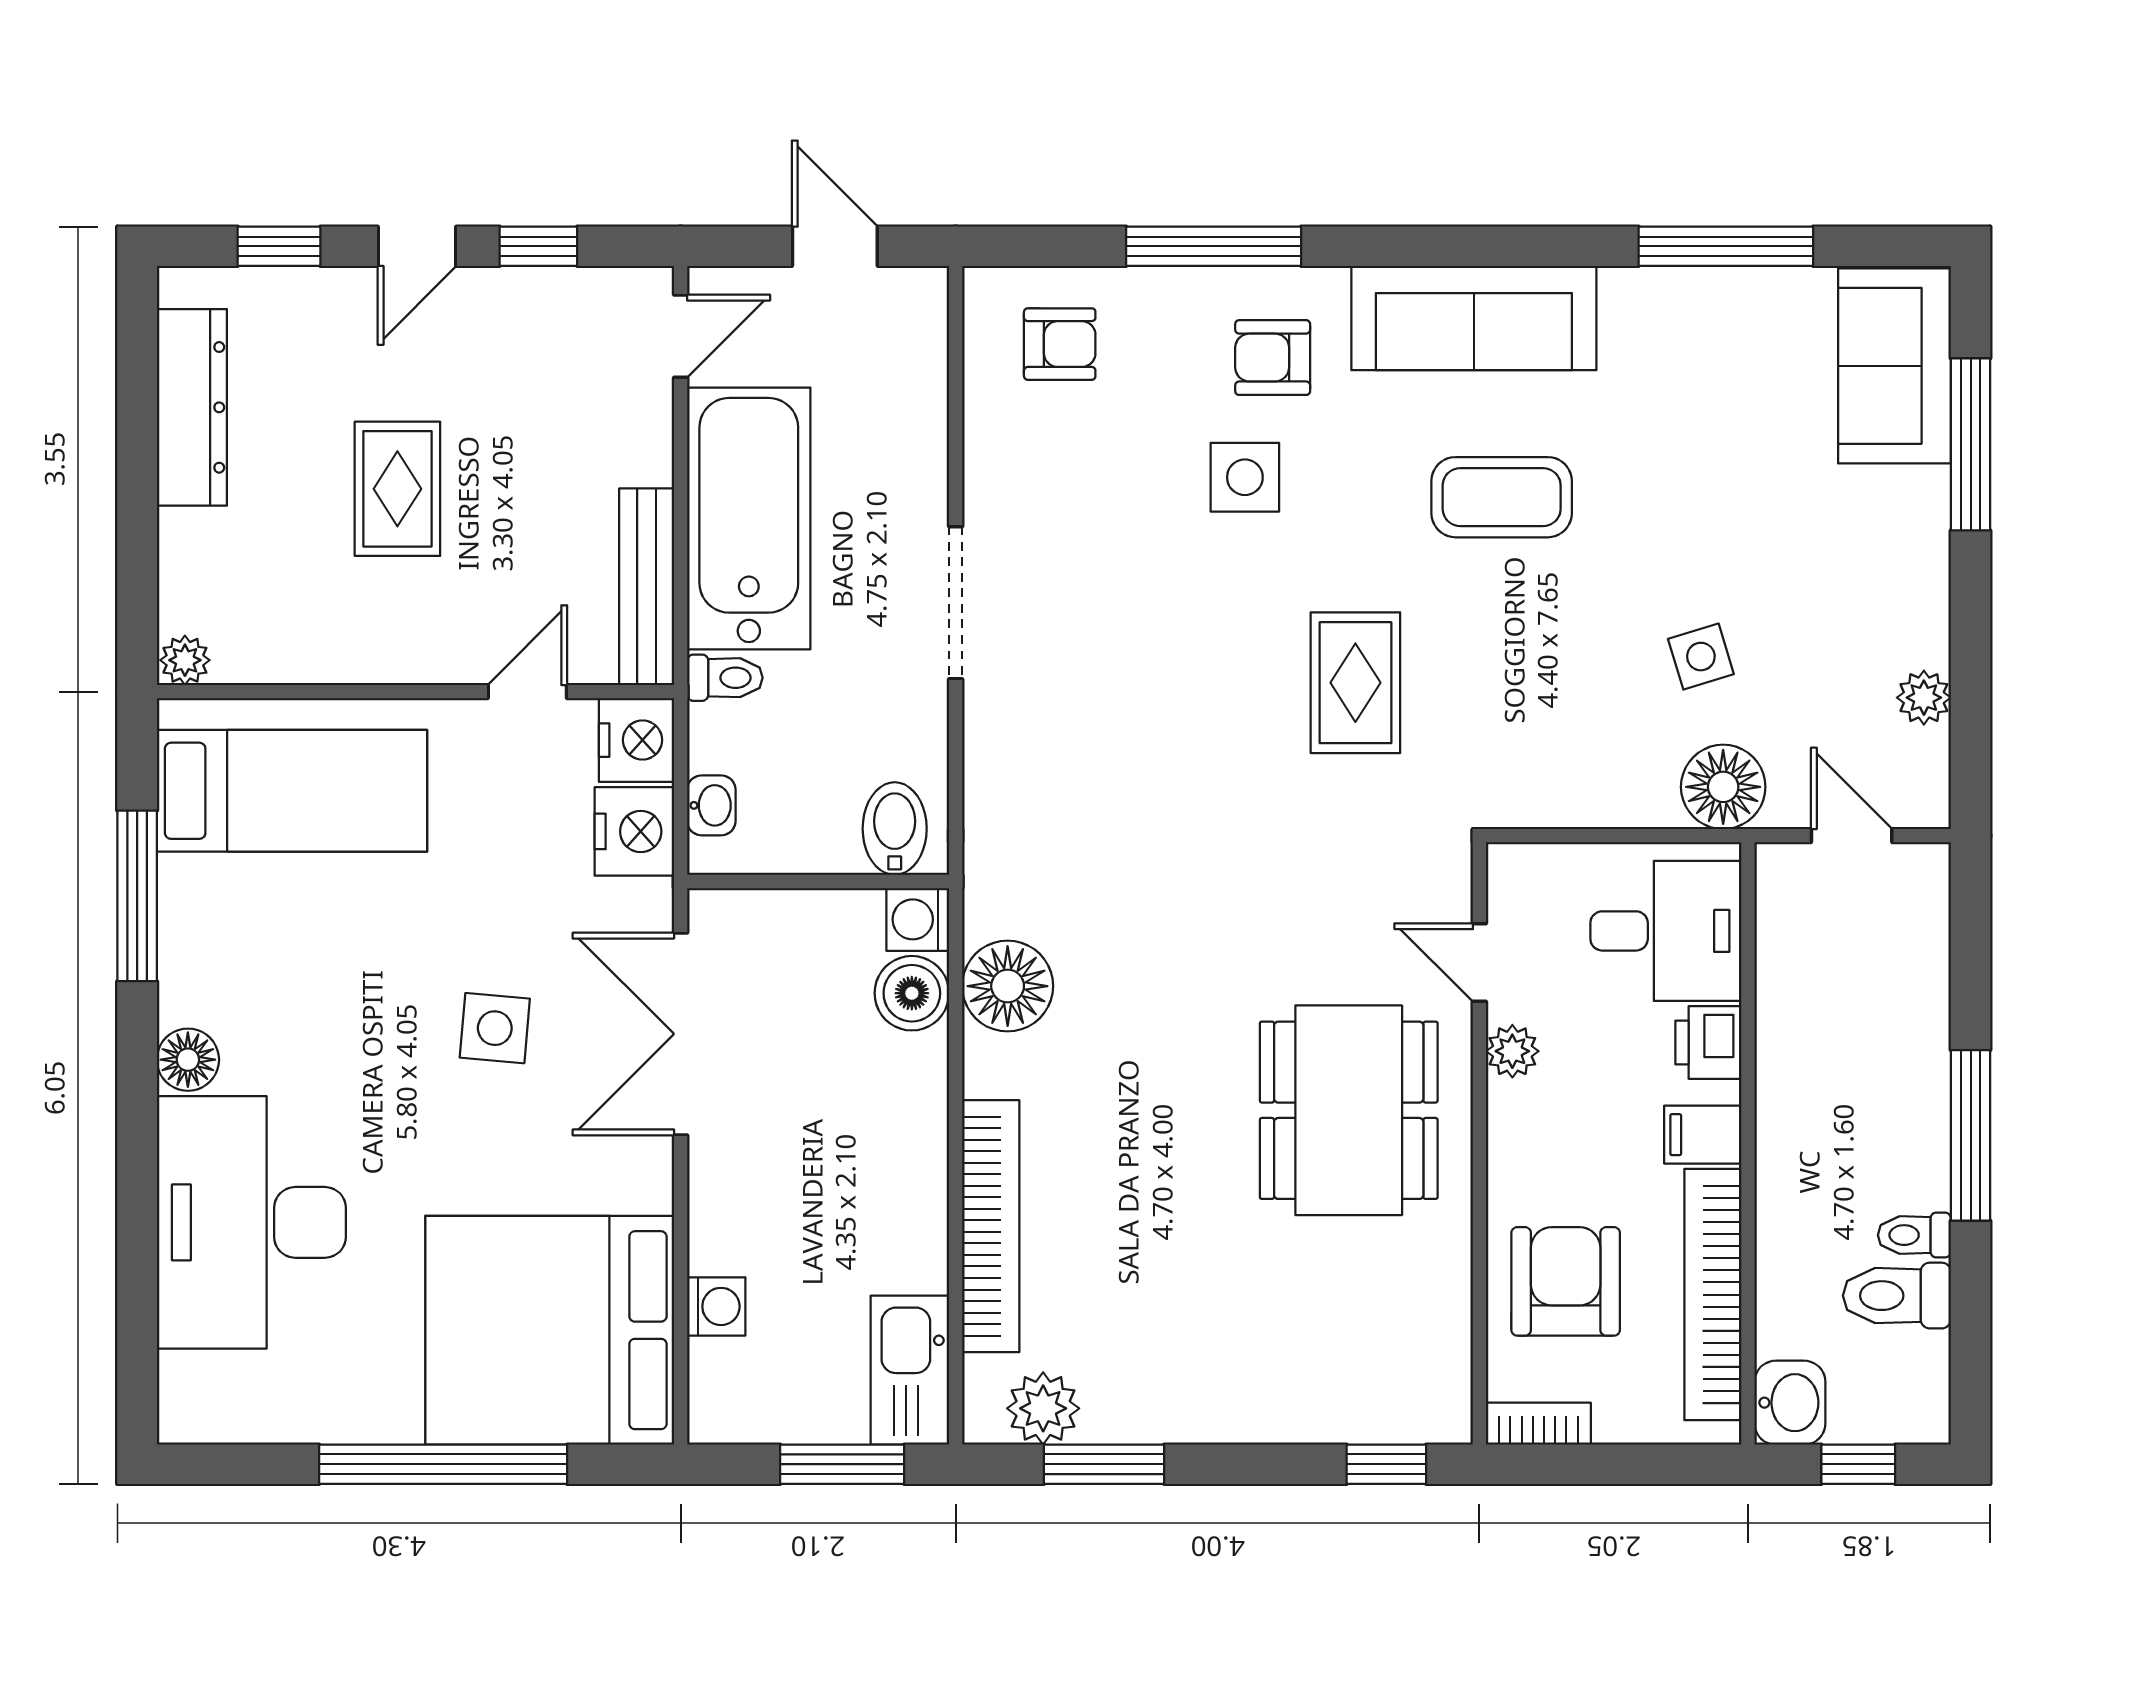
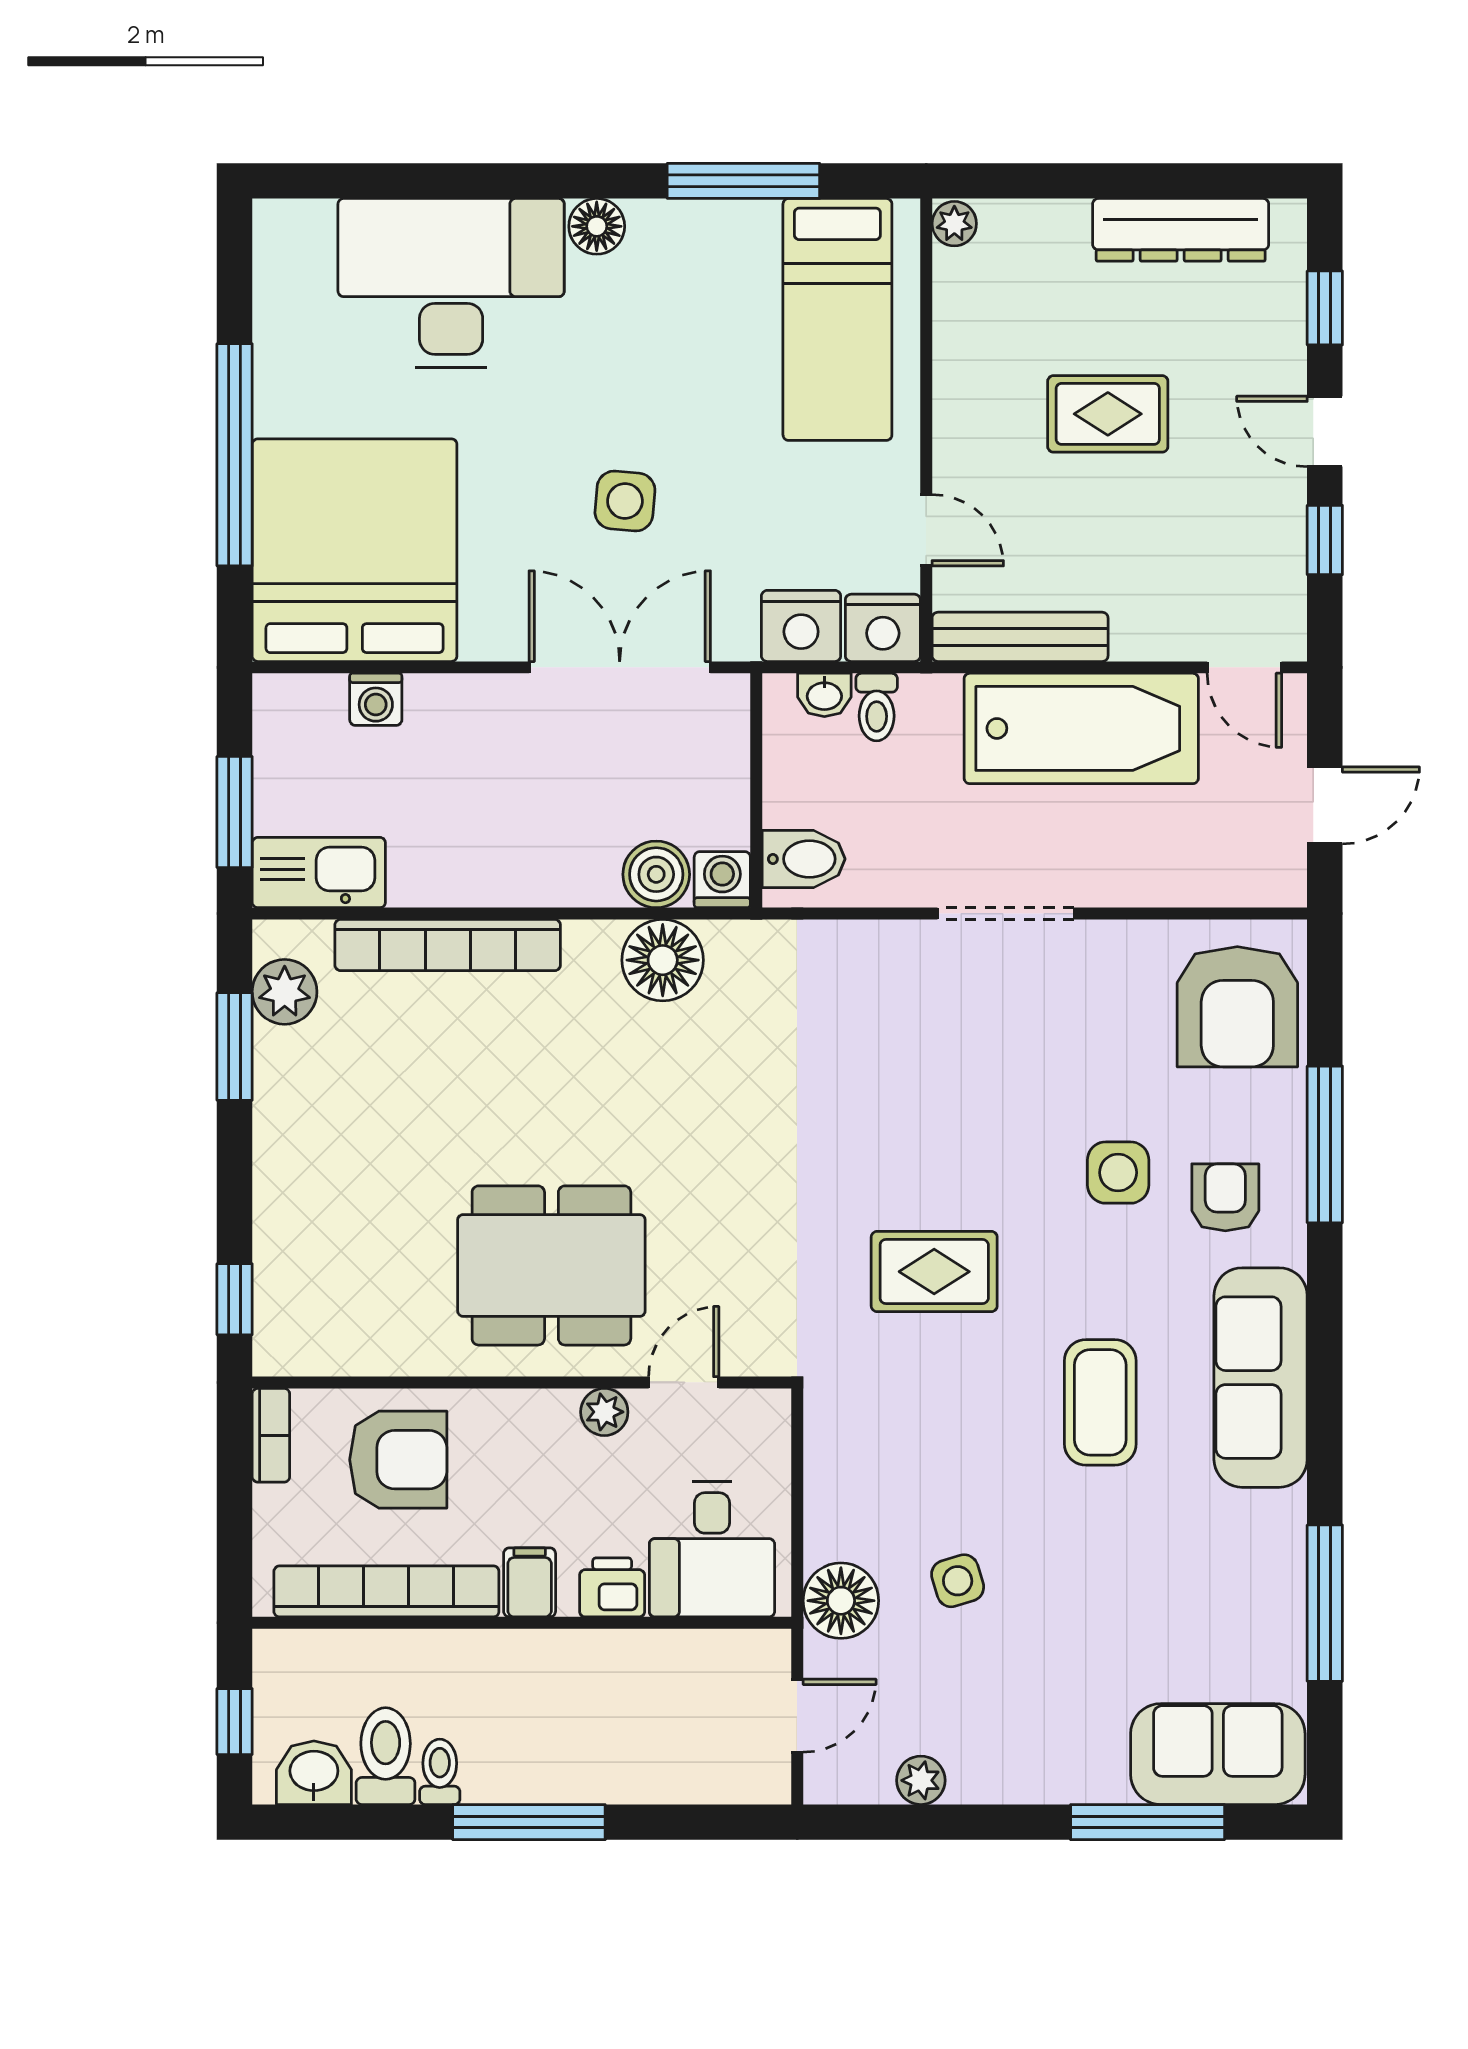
armchair: (1060, 344) -> (1237, 1007), width x1.88, depth x1.88
toilet: (725, 678) -> (877, 707), moved
washbasin: (1790, 1403) -> (314, 1773), moved, turned 180

